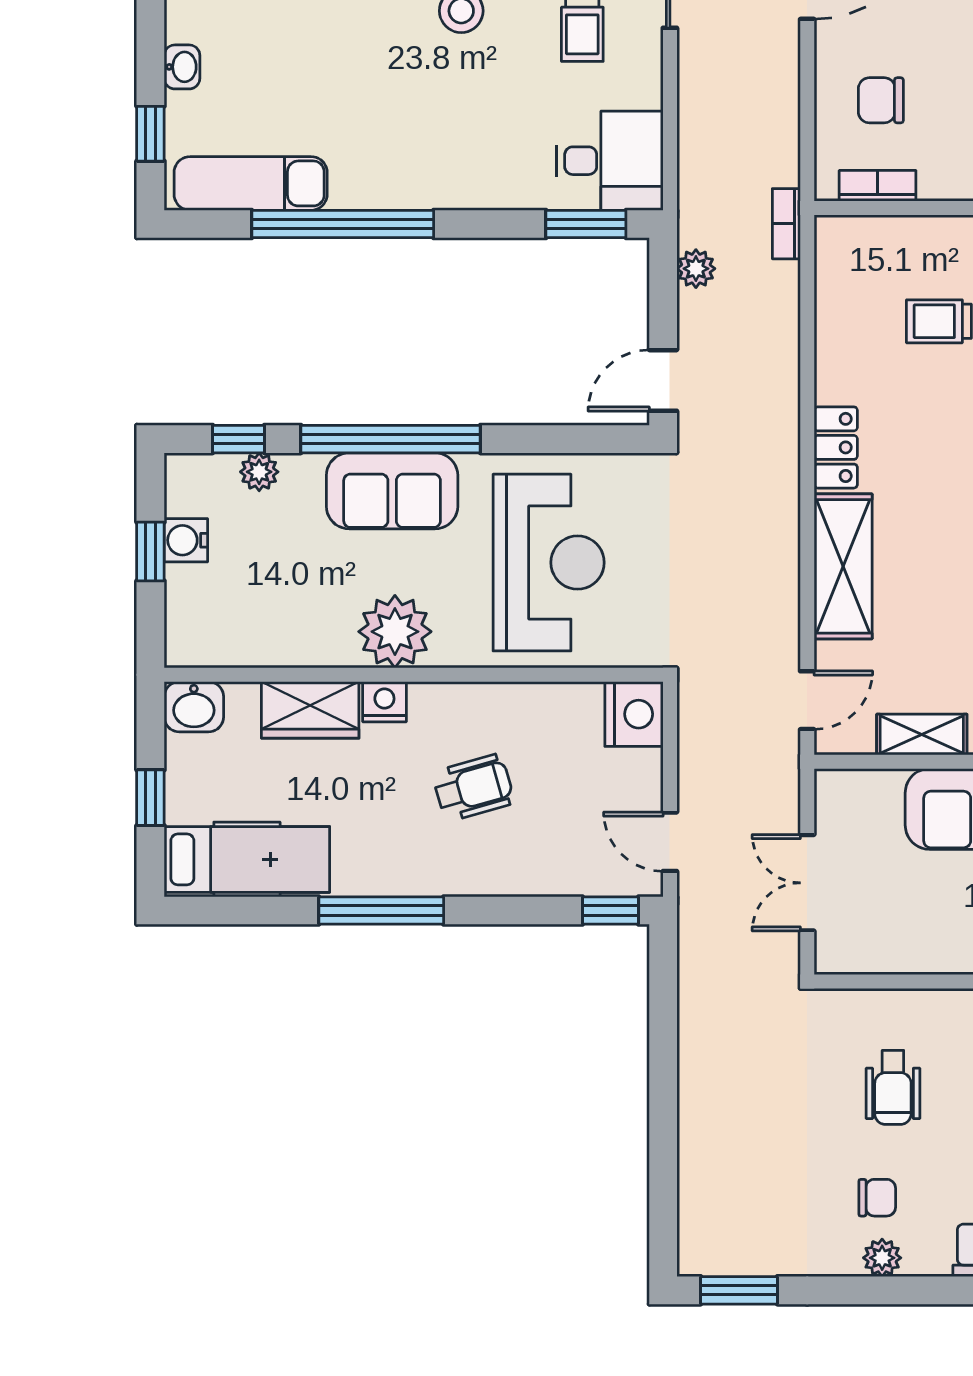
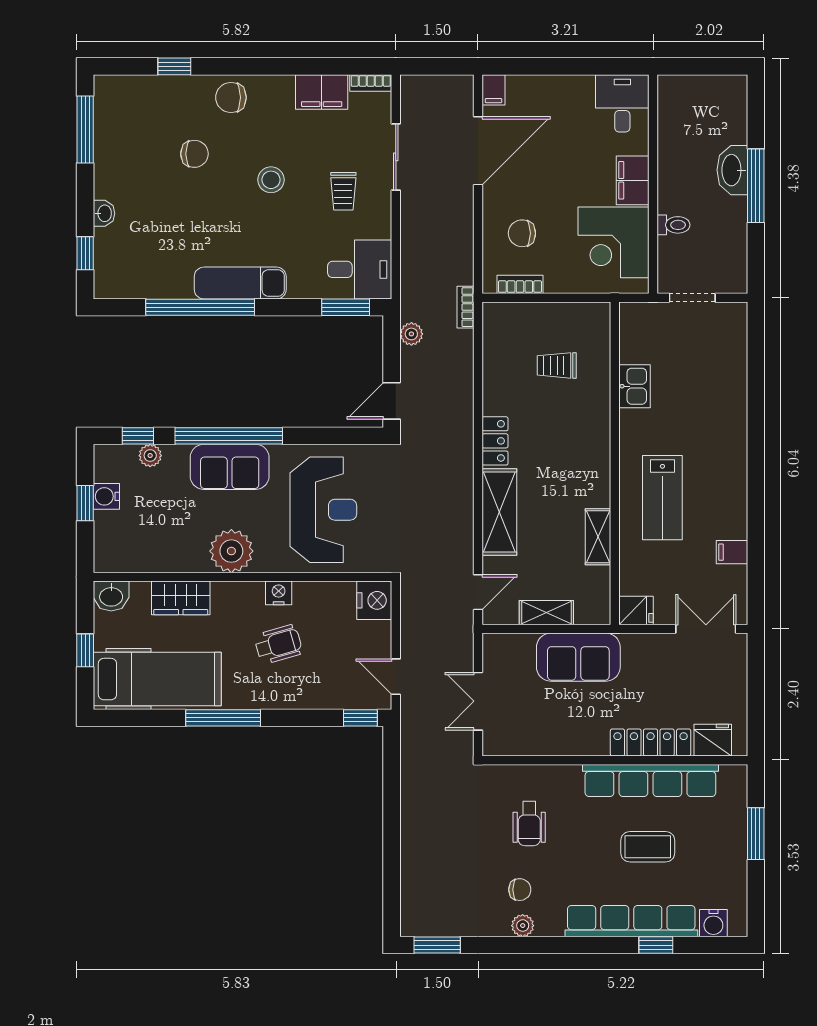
exam couch: (251, 183) -> (240, 283), moved
nightstand: (384, 702) -> (279, 593), moved
hospital bed: (247, 859) -> (157, 679), width x1.37, depth x1.29

